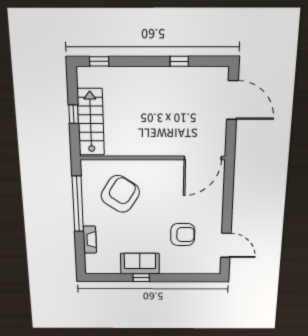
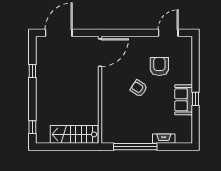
window: (74, 114) -> (68, 147), removed
door: (203, 158) -> (100, 53), hinge flipped
armchair: (120, 194) -> (139, 88), moved, width x0.53, depth x0.53

